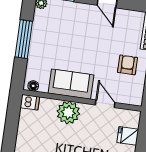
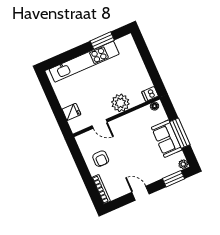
sofa: (71, 84) -> (167, 139), moved, turned 90

